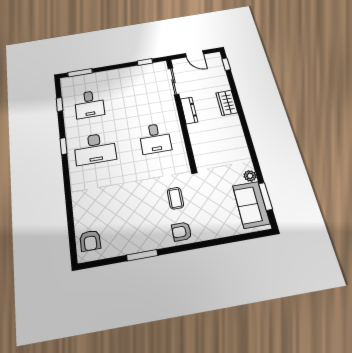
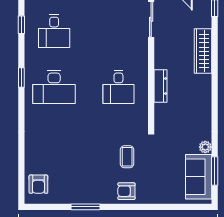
wardrobe: (227, 103) -> (203, 51), width x1.50
dresser: (189, 110) -> (161, 86), moved

